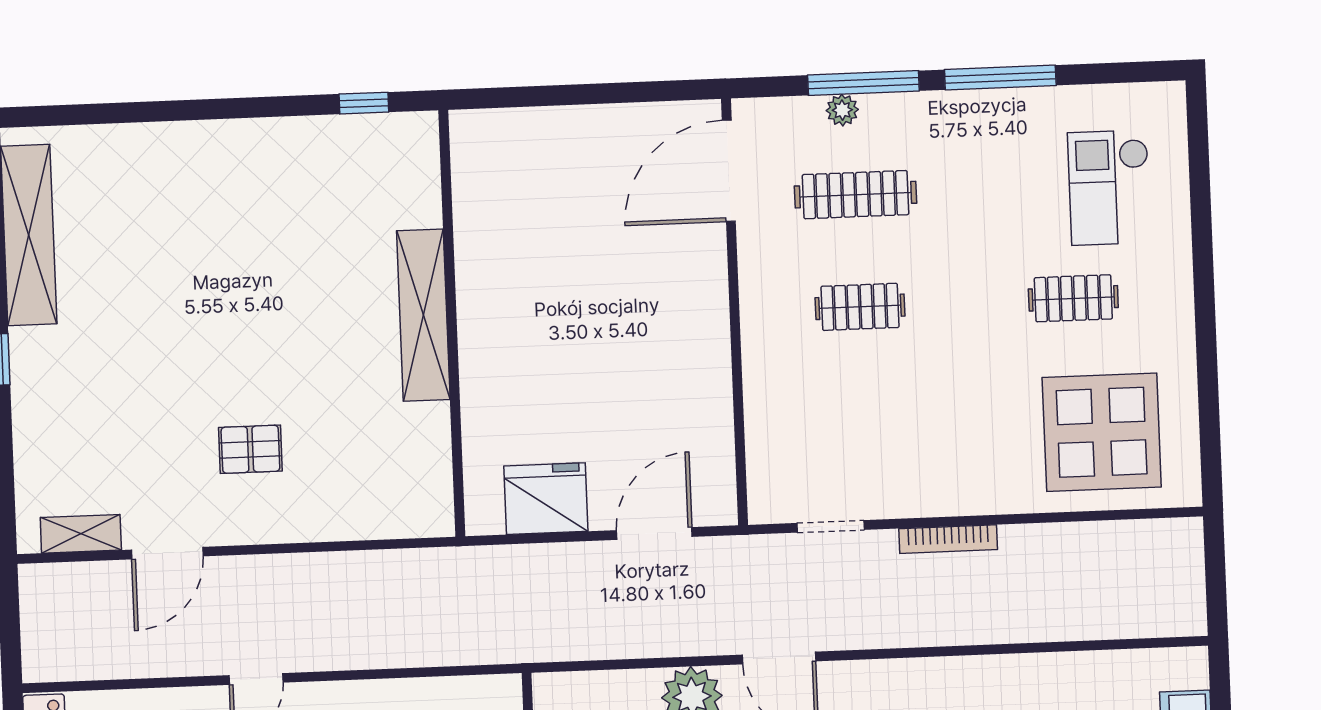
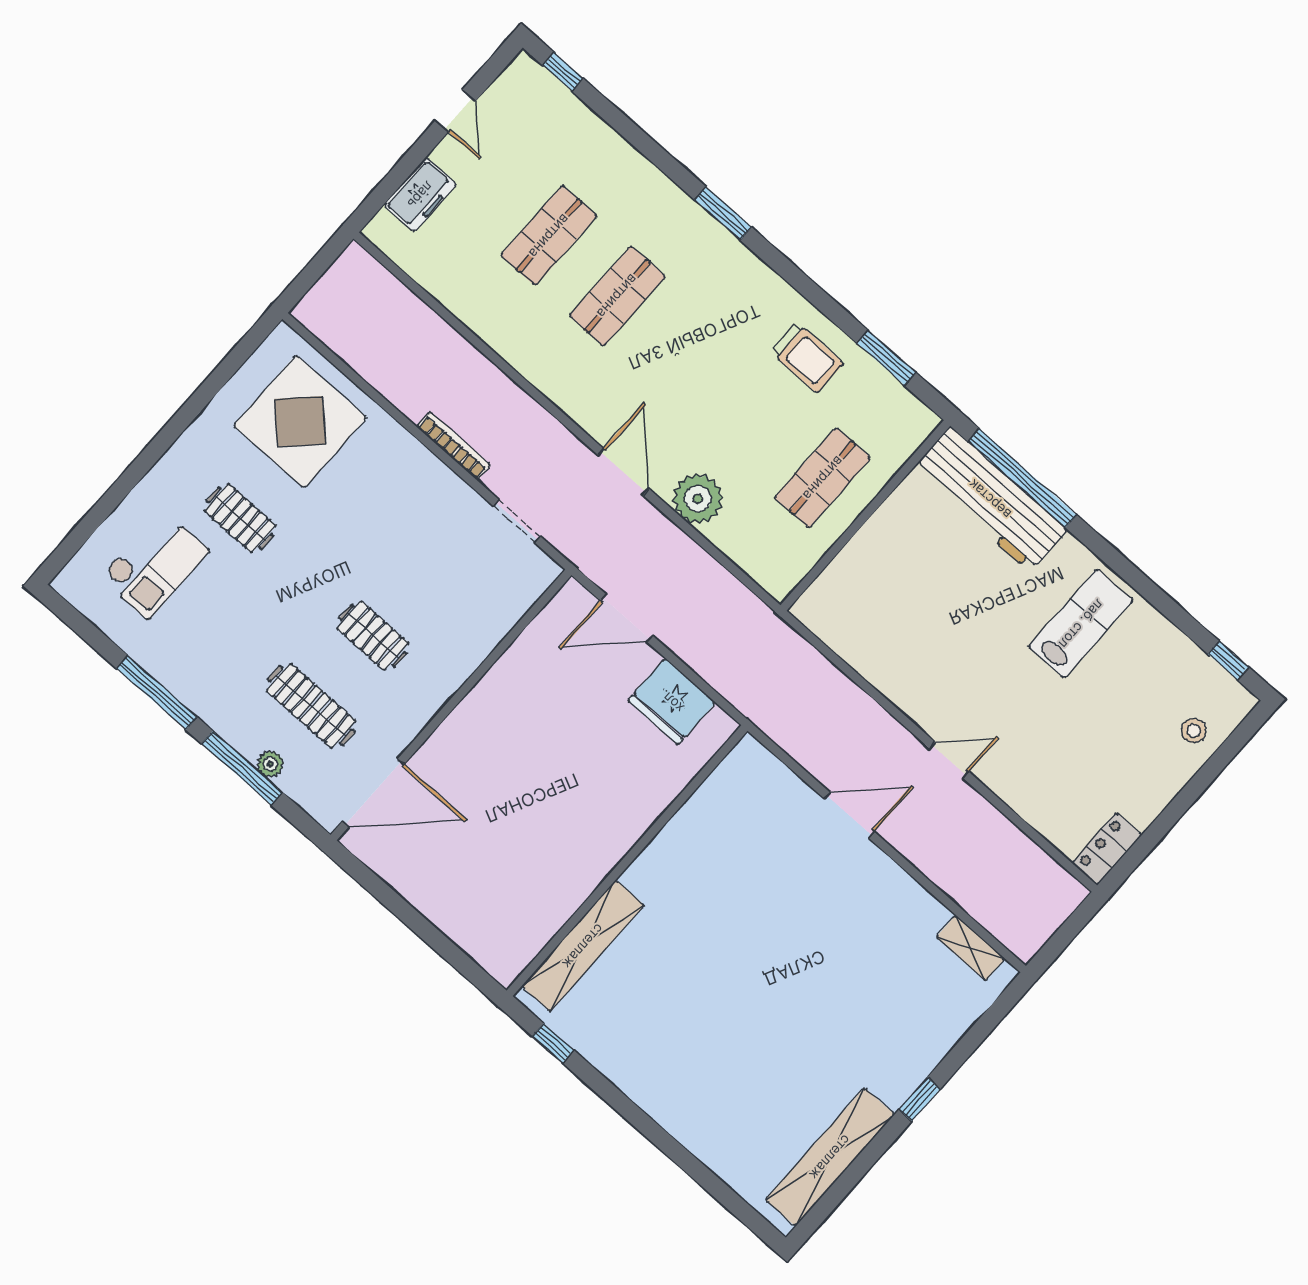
shelving: (423, 315) -> (583, 946), moved
pallet: (250, 449) -> (820, 901), removed
door: (167, 553) -> (849, 815), moved

